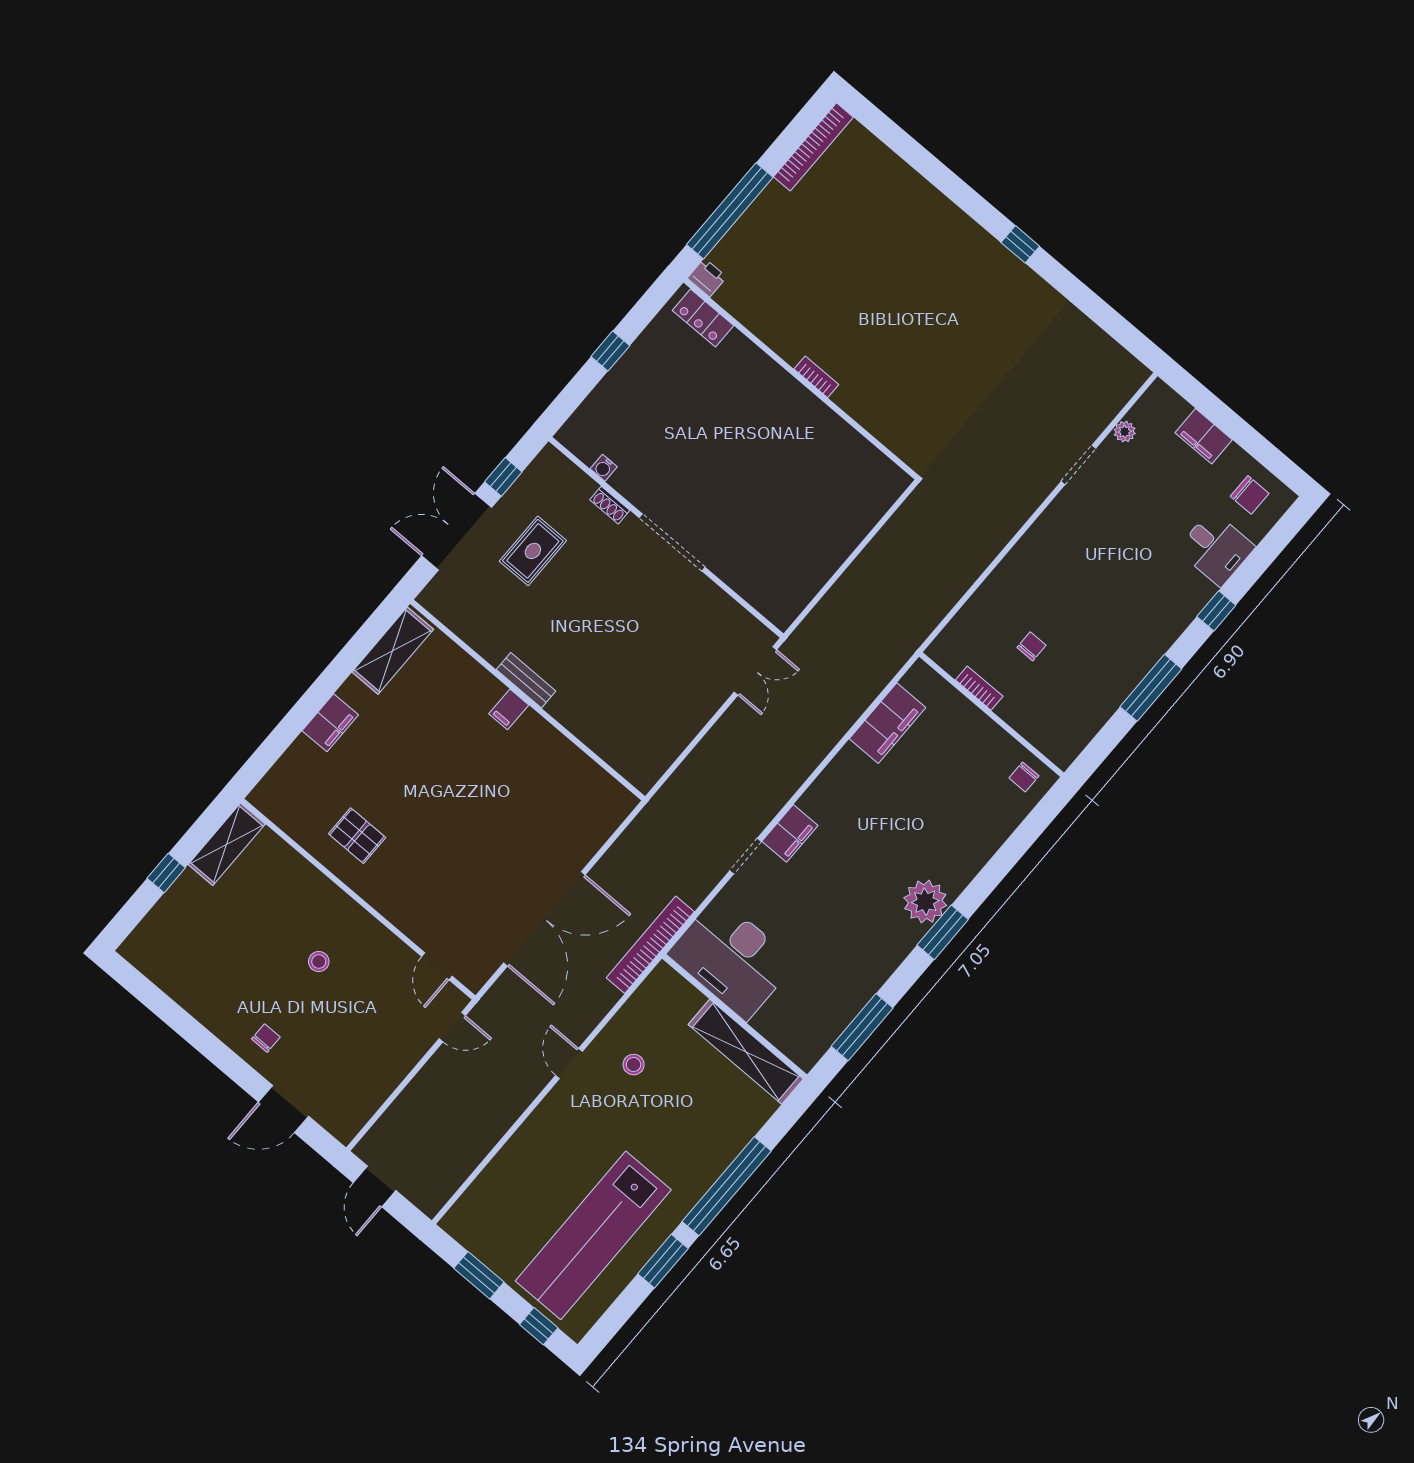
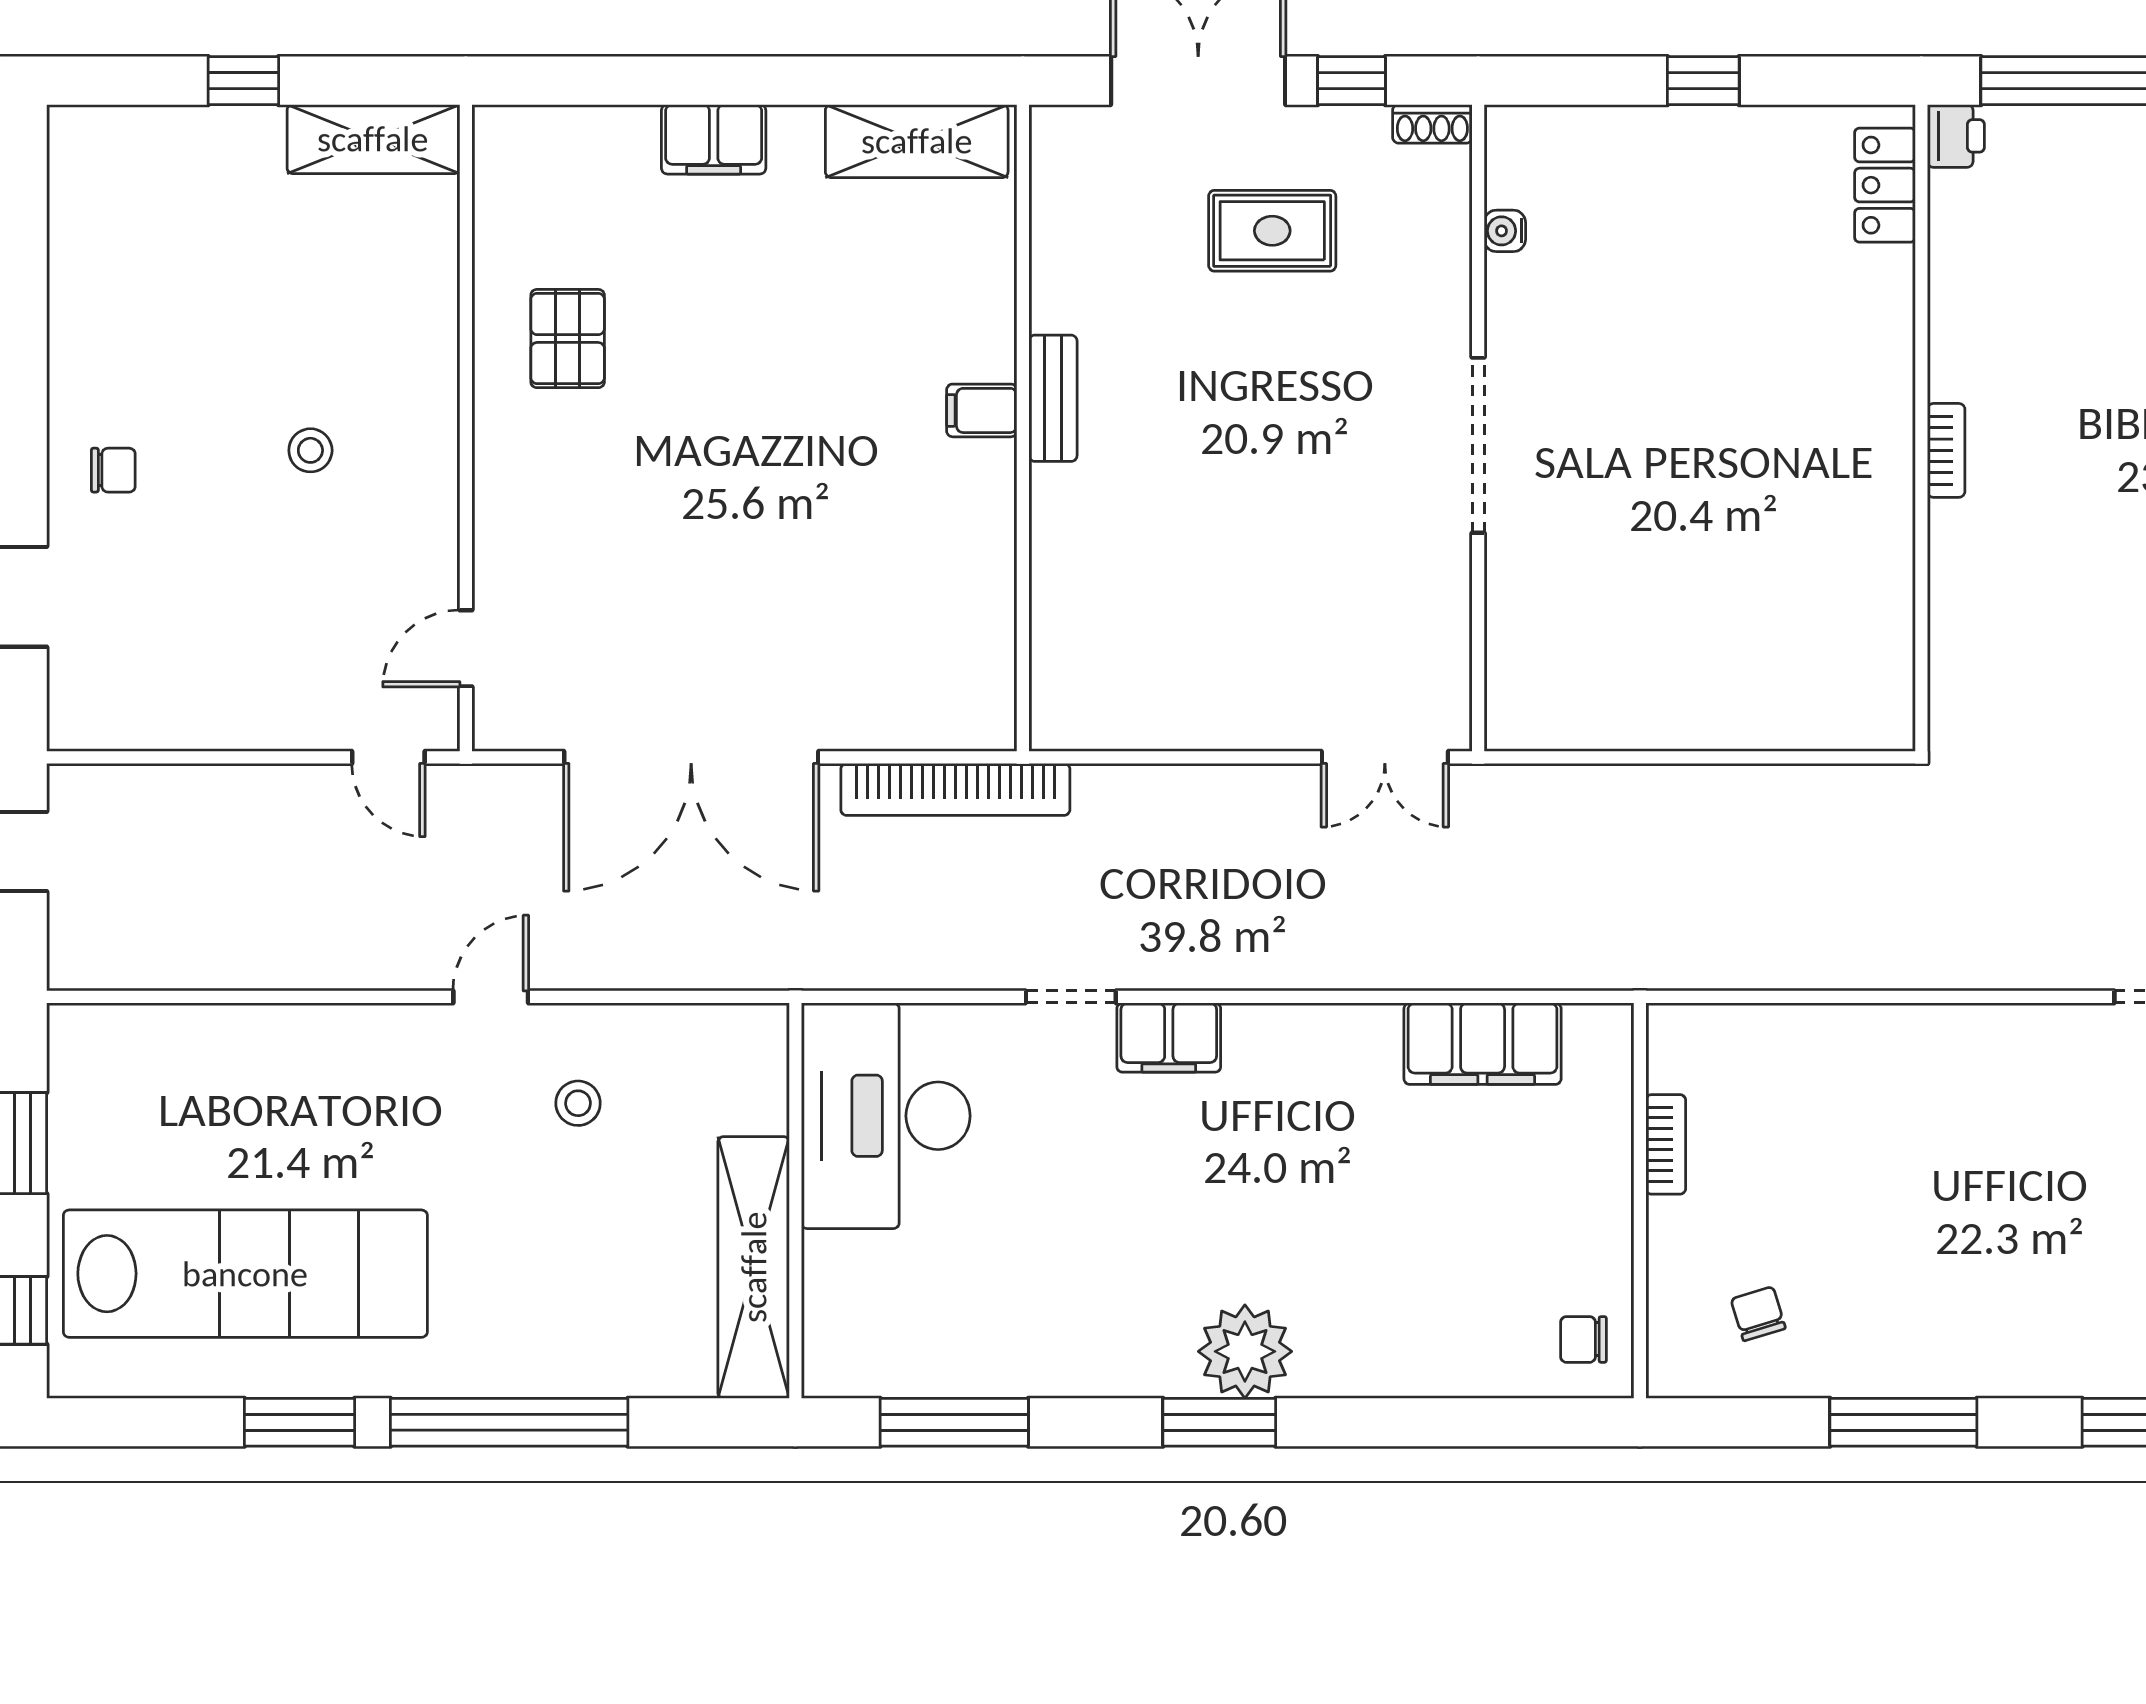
shoe rack: (610, 505) -> (1432, 124), moved, turned -90
chair: (1031, 646) -> (1758, 1314), moved, turned -107
bookcase: (650, 945) -> (955, 789), moved, turned 180
lab bench: (593, 1235) -> (245, 1274), turned 180

